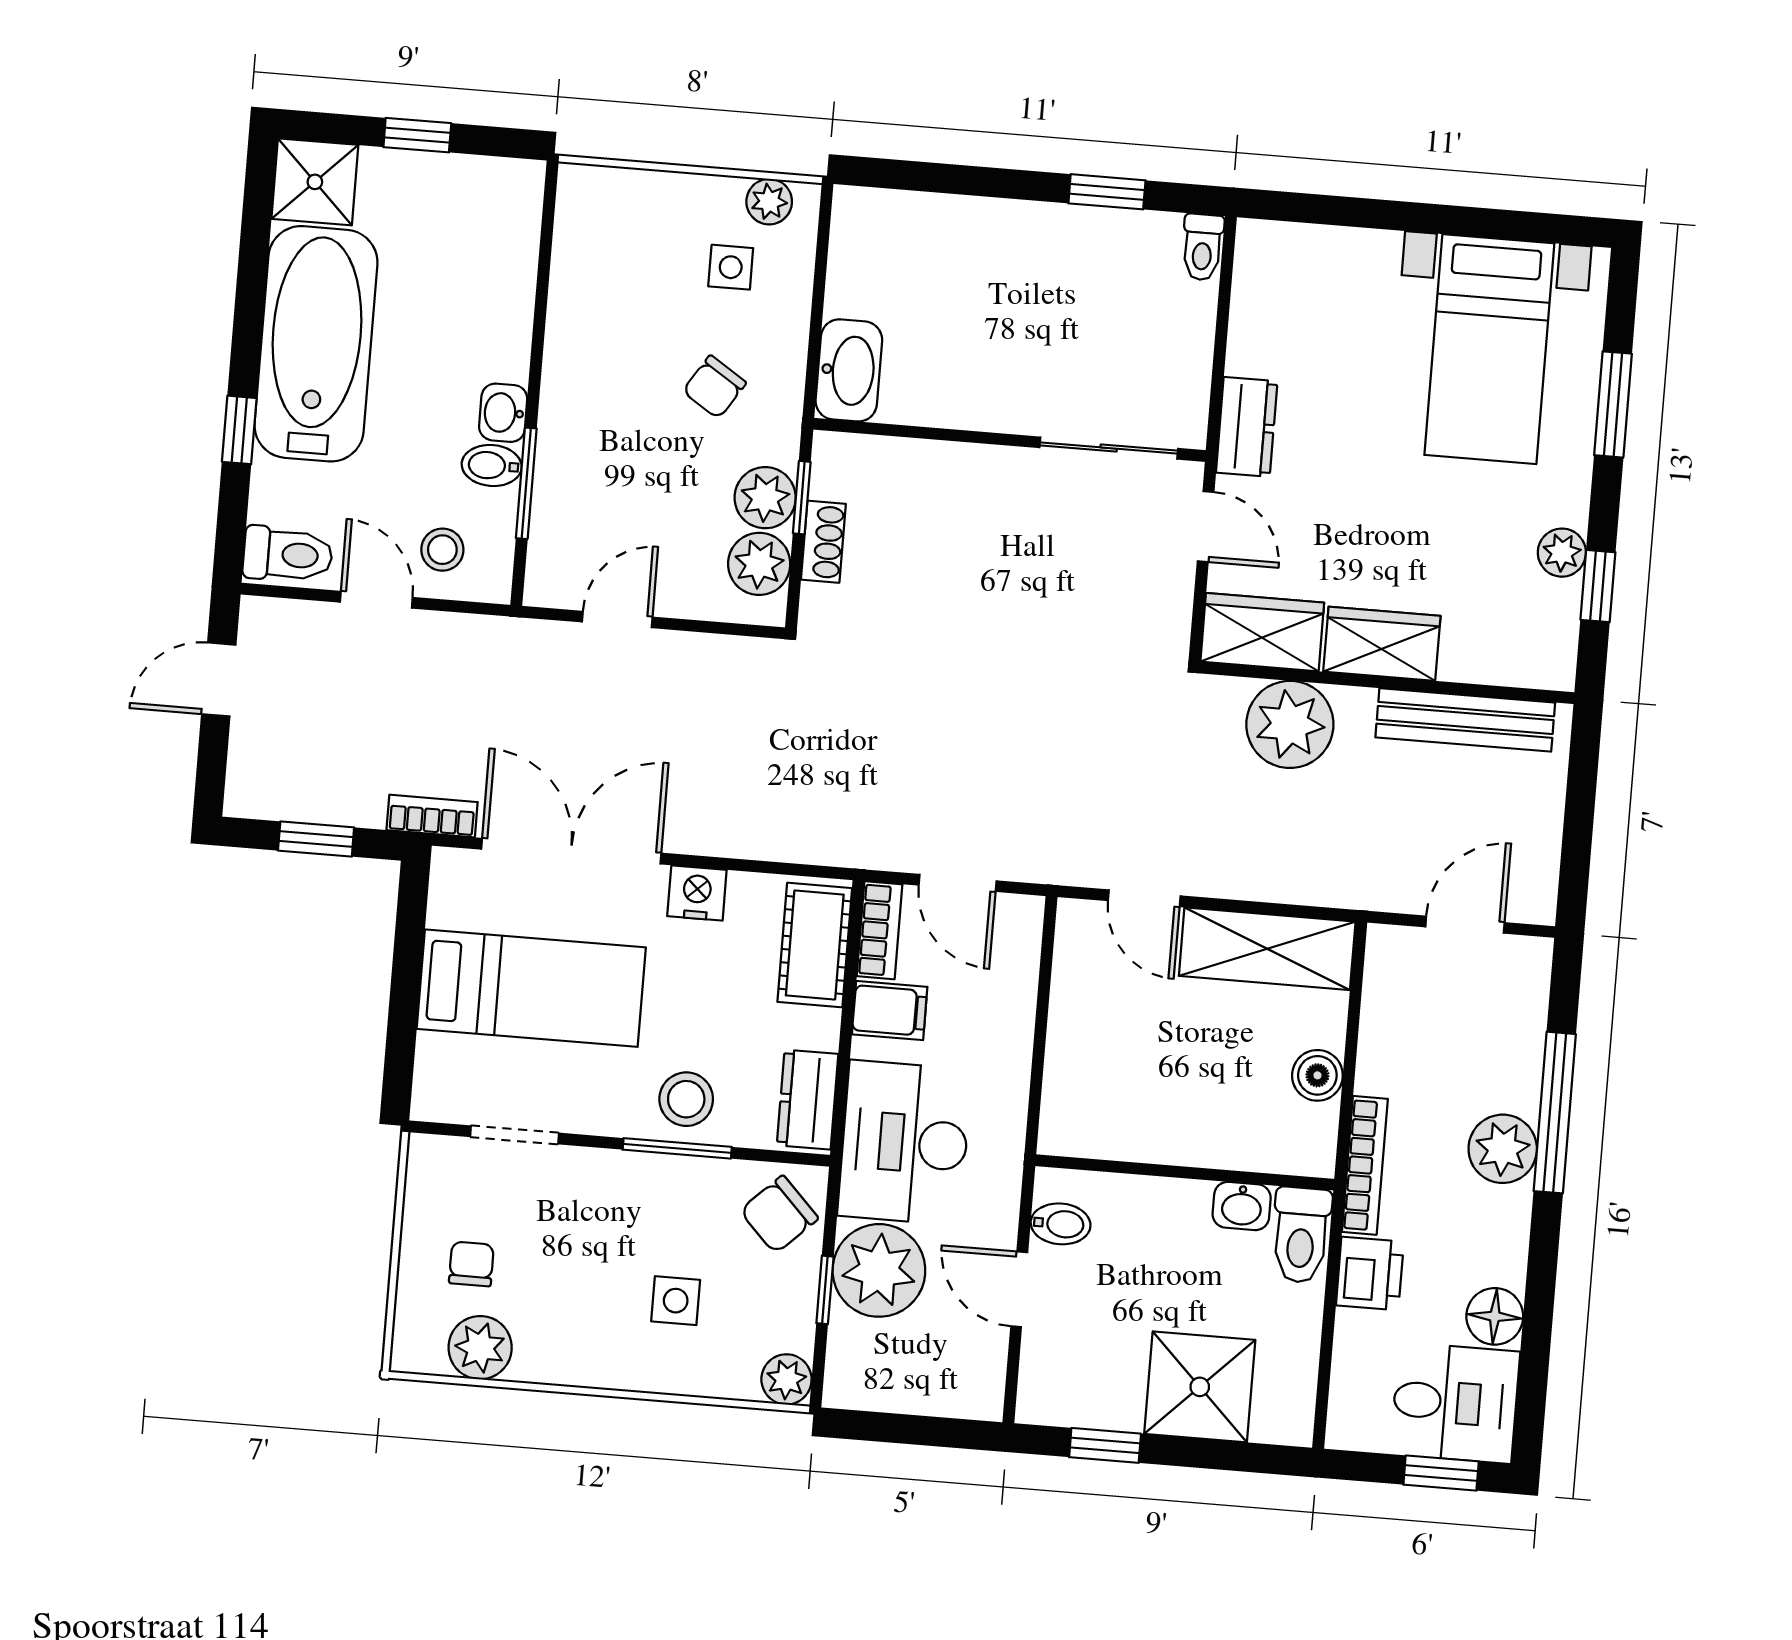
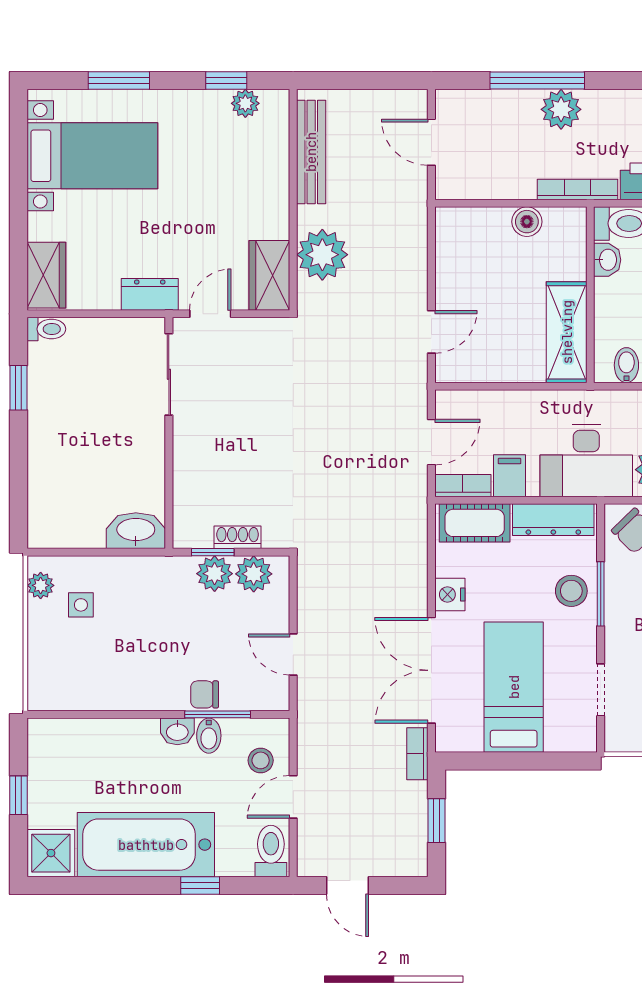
chair: (714, 387) -> (205, 694), moved, turned 147
plant: (1562, 553) -> (245, 103), moved
wardrobe: (1382, 644) -> (46, 275), moved, turned 180
shelving: (1267, 949) -> (567, 332), moved
dresser: (808, 1100) -> (553, 520), width x1.44

